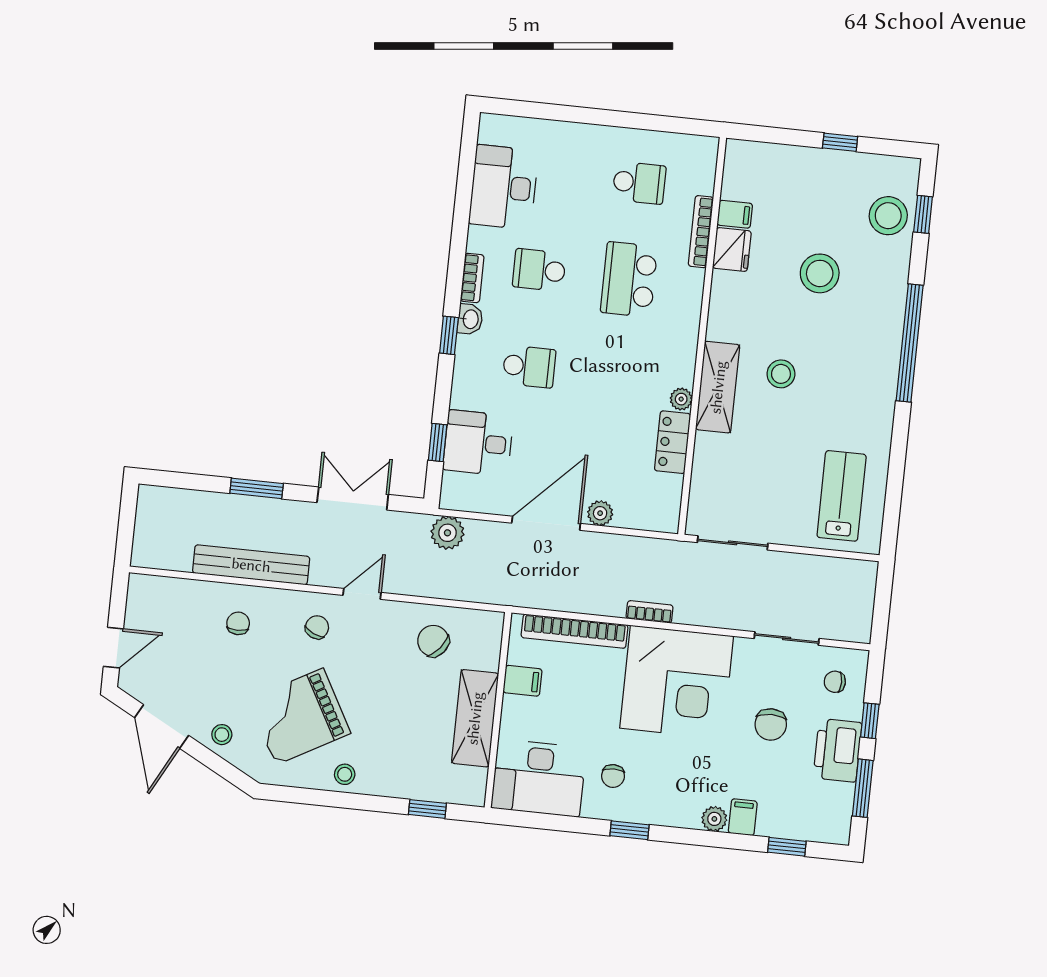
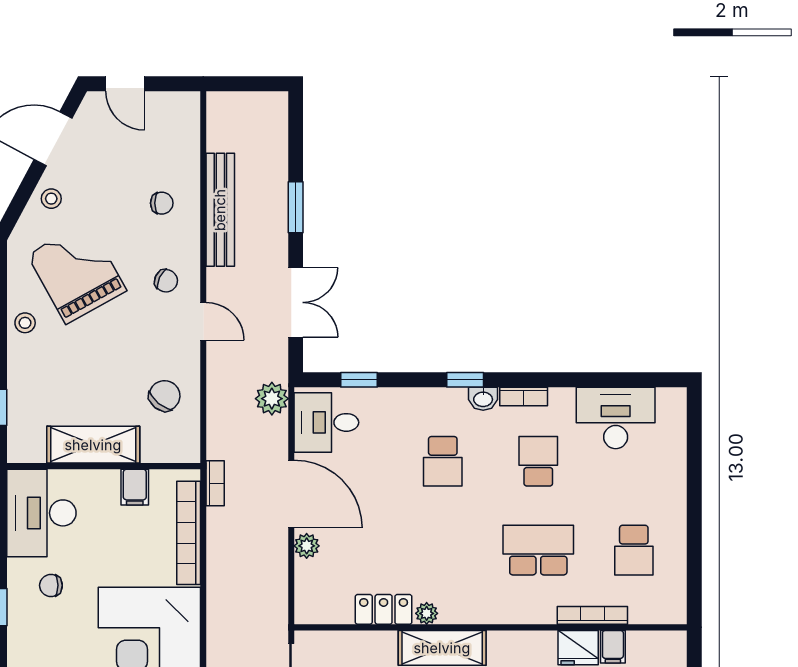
desk: (478, 443) -> (326, 422), moved, turned -90
bookcase: (650, 612) -> (215, 483), moved

